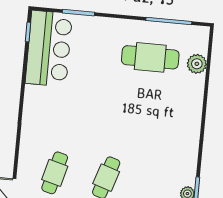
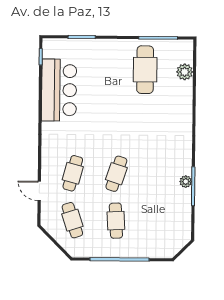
bar counter: (49, 49) -> (59, 90), moved
cafe table: (150, 57) -> (145, 70), turned 90

